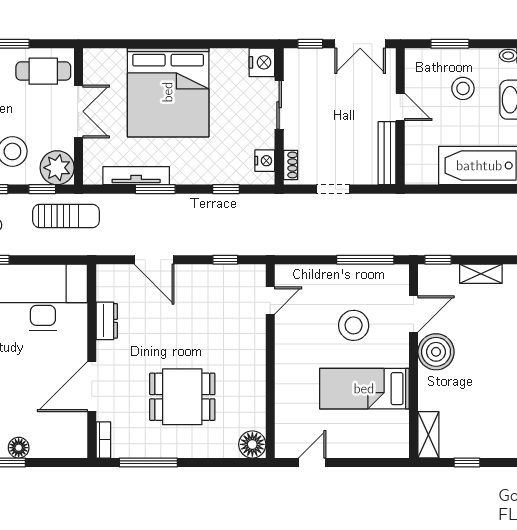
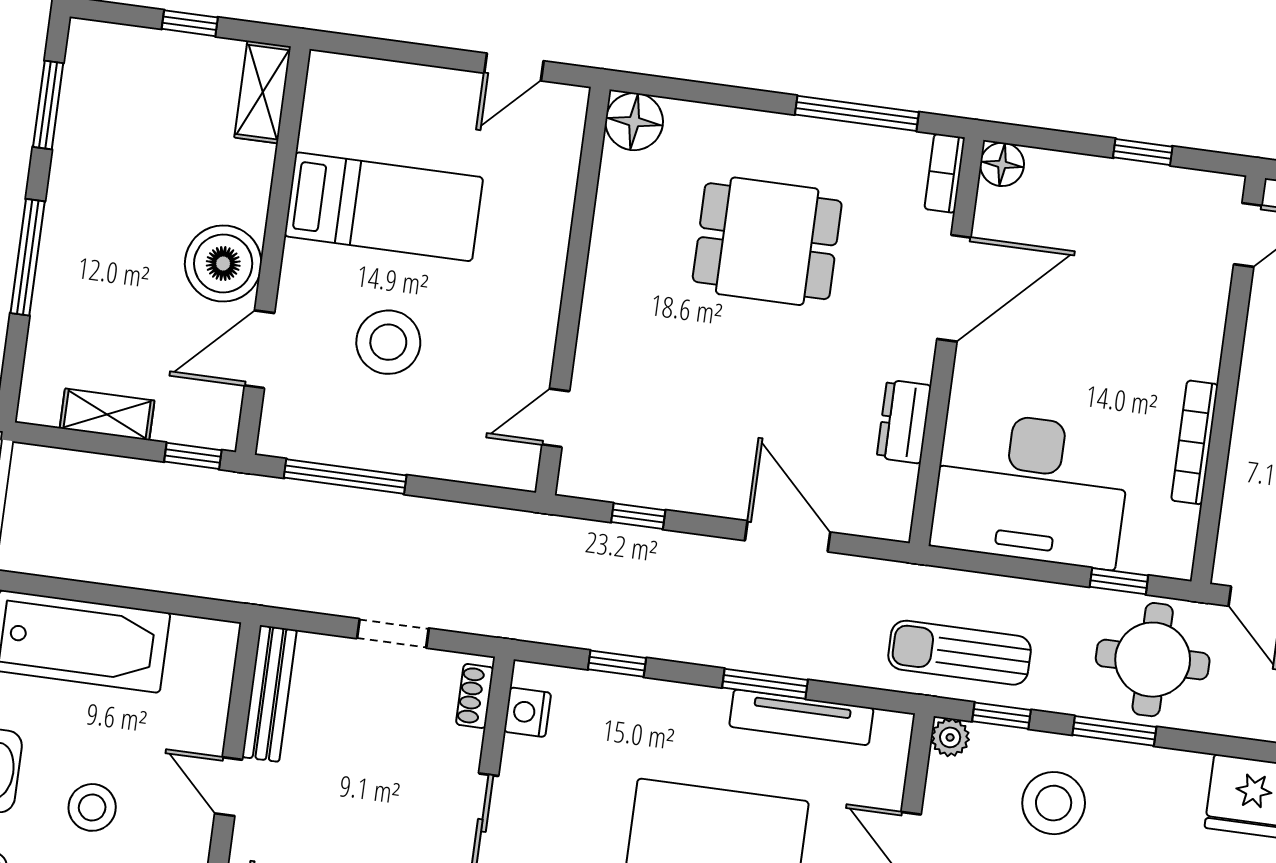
plant: (57, 168) -> (950, 737), width x0.53, depth x0.53
floor lamp: (19, 448) -> (1002, 164), moved

